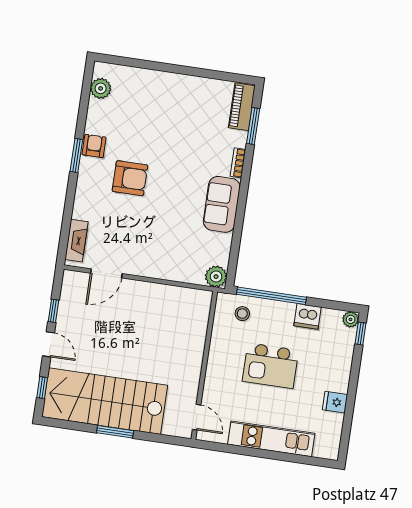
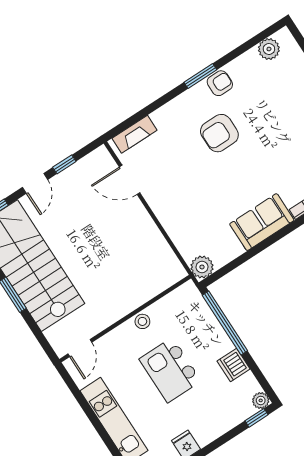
armchair: (130, 178) -> (219, 133), turned 90
stool: (242, 314) -> (142, 321), moved

